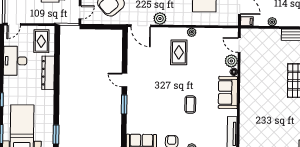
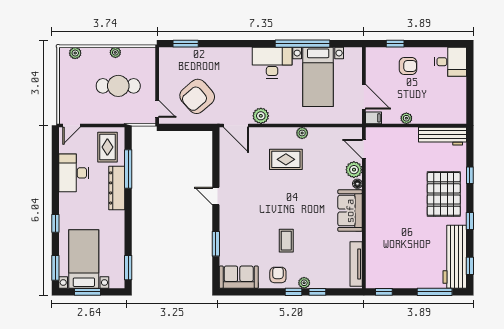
door: (80, 12) -> (157, 109), hinge flipped
rug: (179, 52) -> (286, 159), turned 90
window: (57, 58) -> (128, 169), added
window: (124, 104) -> (216, 244), moved
coffee table: (190, 104) -> (286, 241), moved

